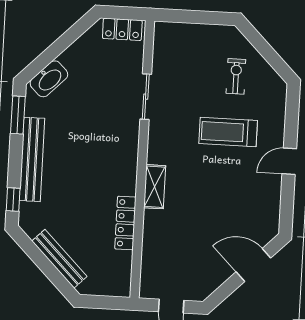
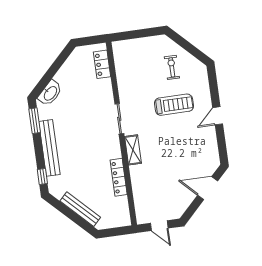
locker: (122, 29) -> (102, 64), moved, turned 90
sliding door: (146, 97) -> (119, 119), moved
treadmill: (228, 132) -> (174, 105), turned 180

